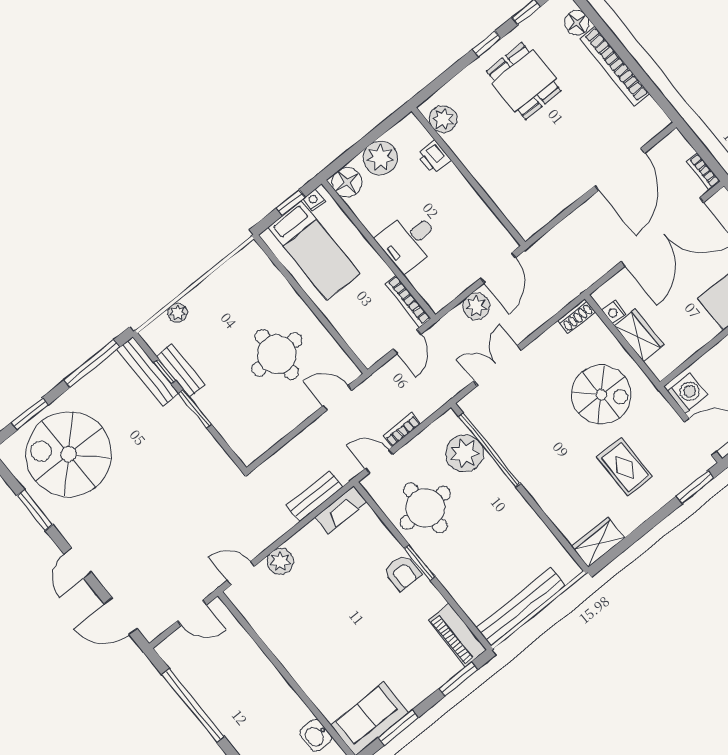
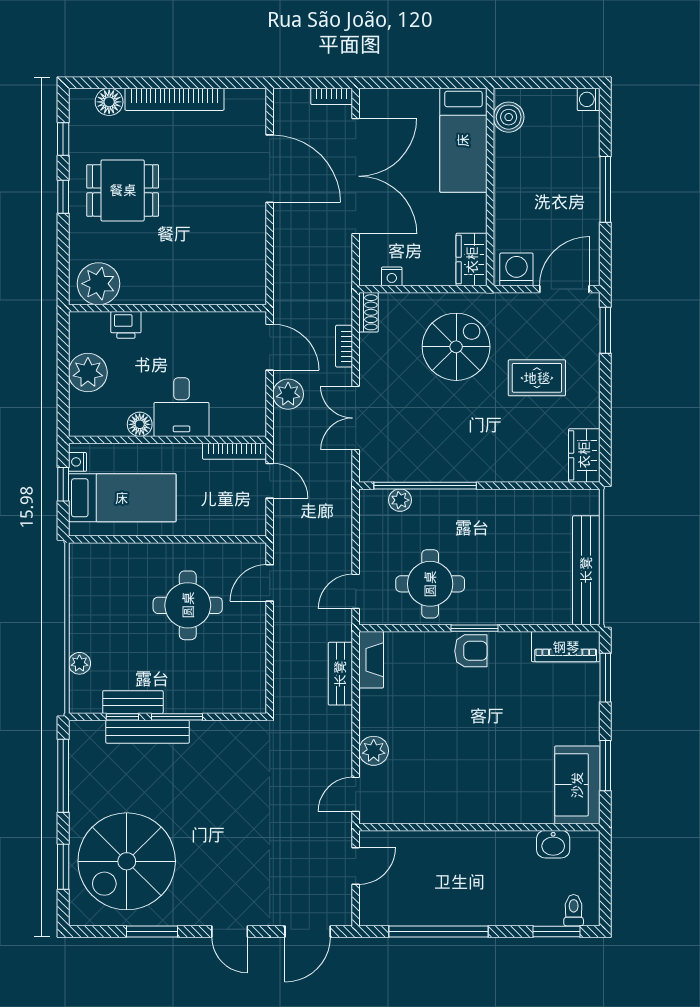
plant: (443, 119) -> (98, 284), width x1.36, depth x1.36
floor lamp: (347, 182) -> (140, 424), moved, width x0.73, depth x0.73
wardrobe: (639, 335) -> (472, 260), moved, turned -90
bench: (148, 371) -> (147, 732), moved
bookcase: (402, 430) -> (344, 346), moved
plant: (465, 453) -> (400, 500), width x0.53, depth x0.53

